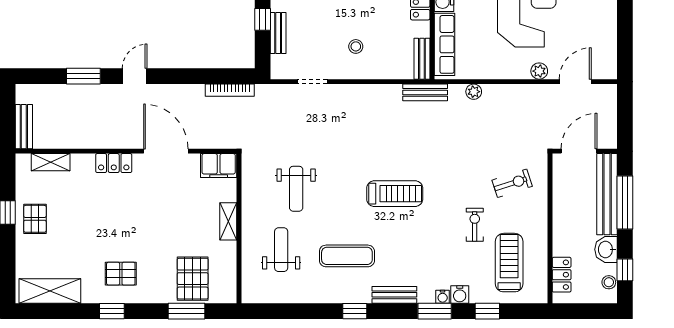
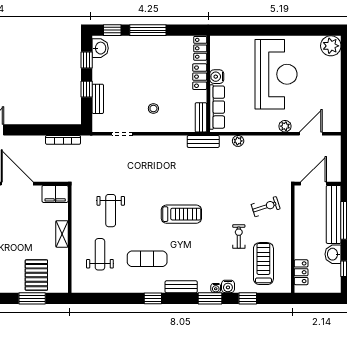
stool: (609, 282) -> (335, 278), removed

